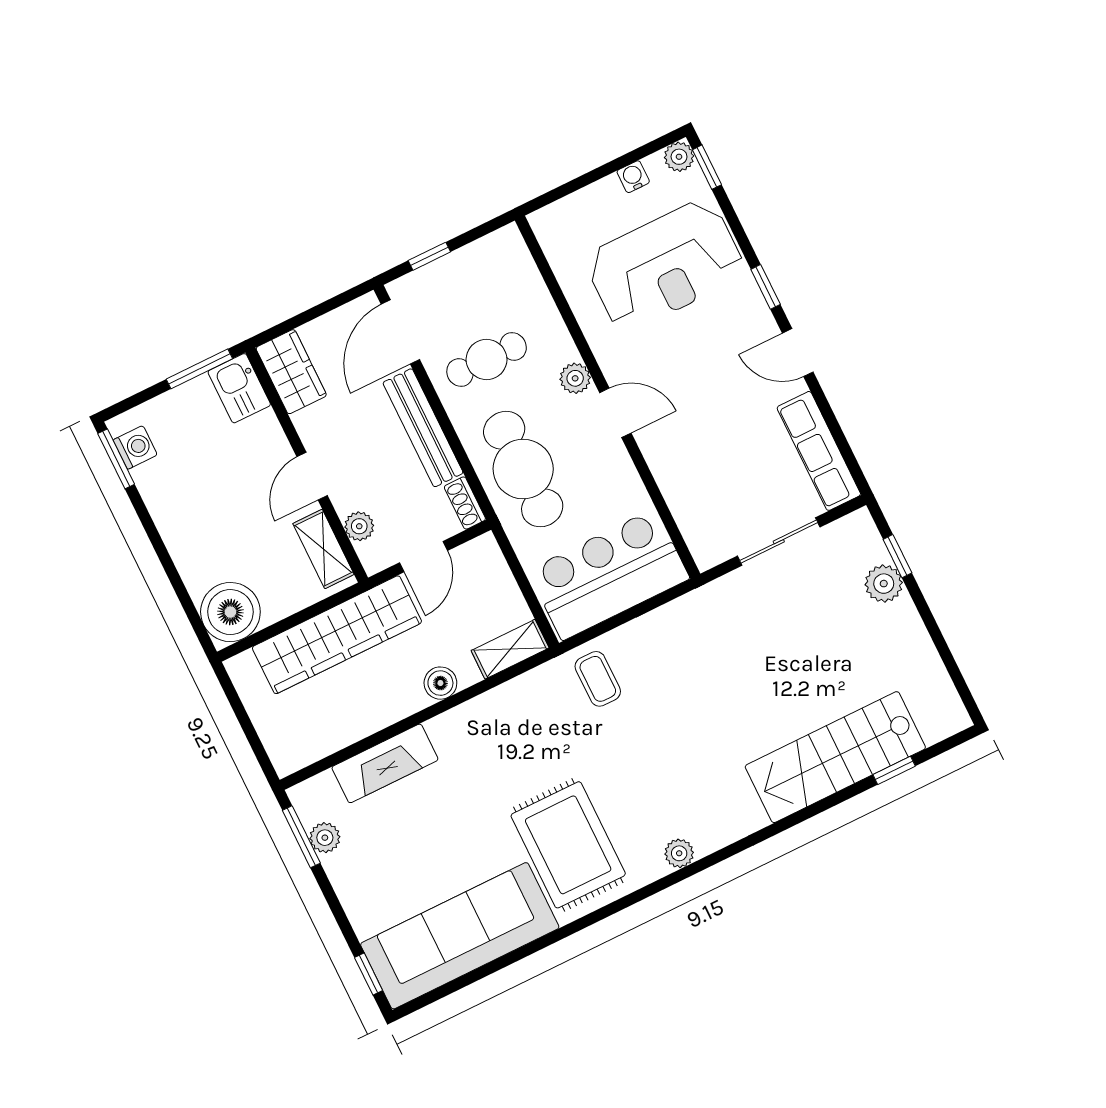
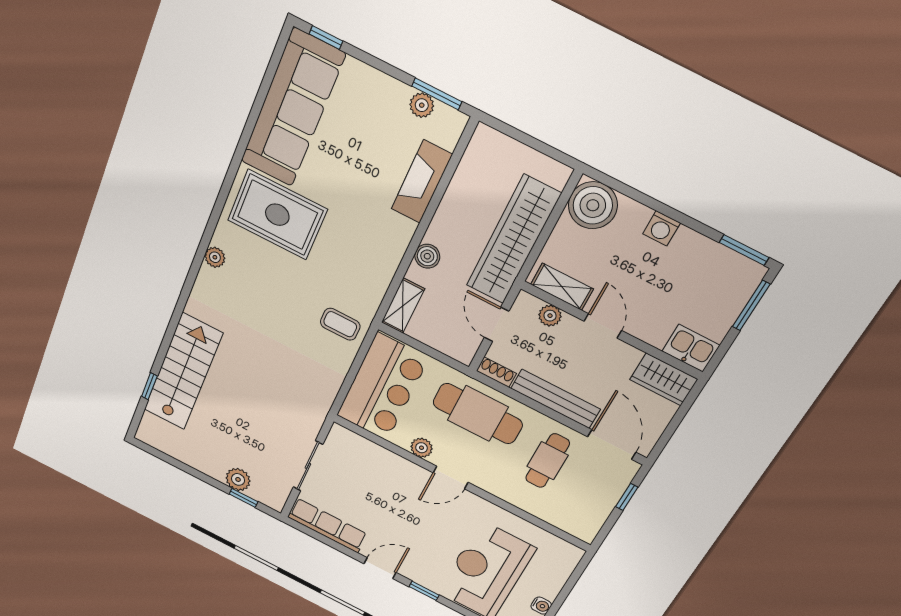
window: (199, 369) -> (751, 305), moved
plant: (575, 378) -> (422, 448), moved
washing machine: (135, 447) -> (661, 228), moved

